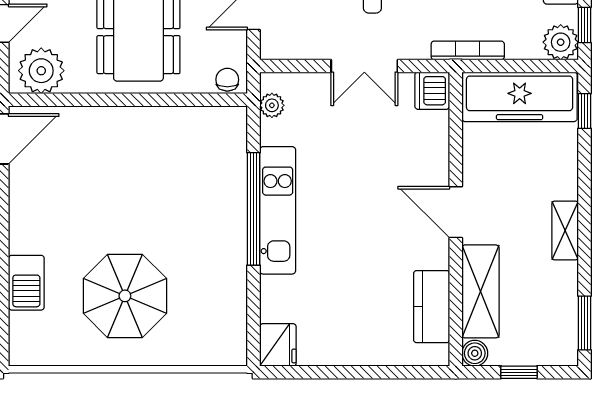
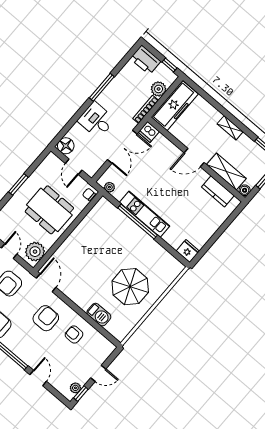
plant: (561, 42) -> (159, 89), moved
double door: (364, 66) -> (122, 147), width x1.37
window: (584, 111) -> (197, 89), removed

